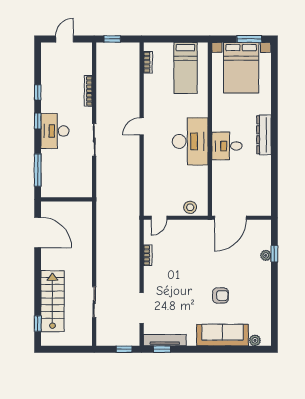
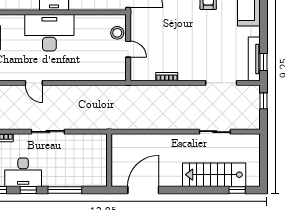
desk: (55, 131) -> (23, 172), moved
window: (38, 170) -> (65, 190), moved
door: (159, 218) -> (128, 49), moved

